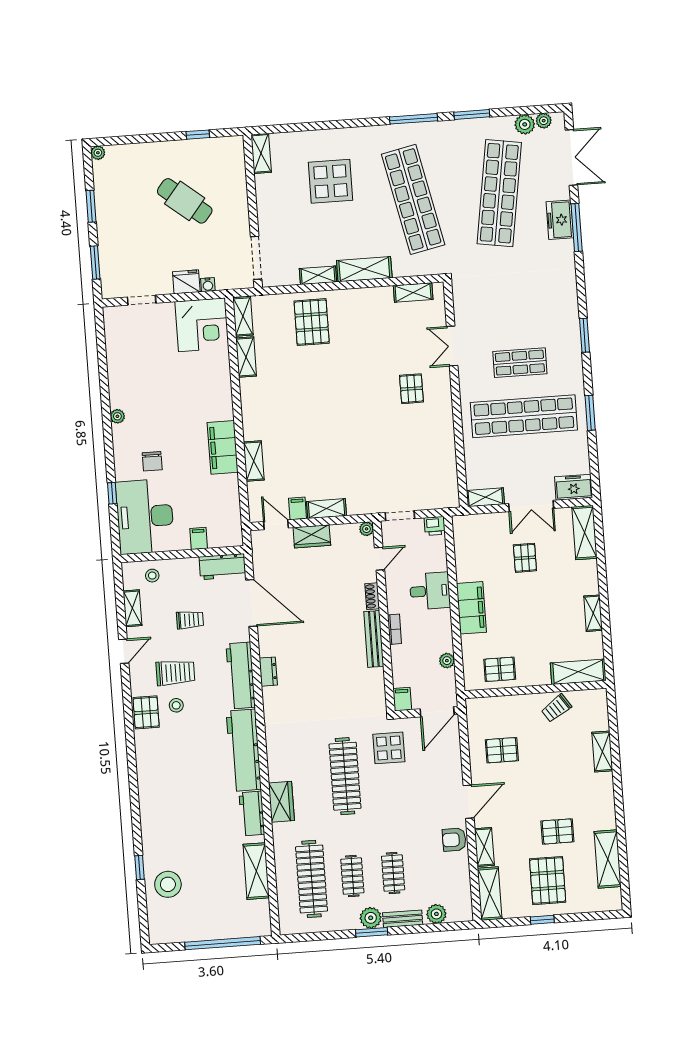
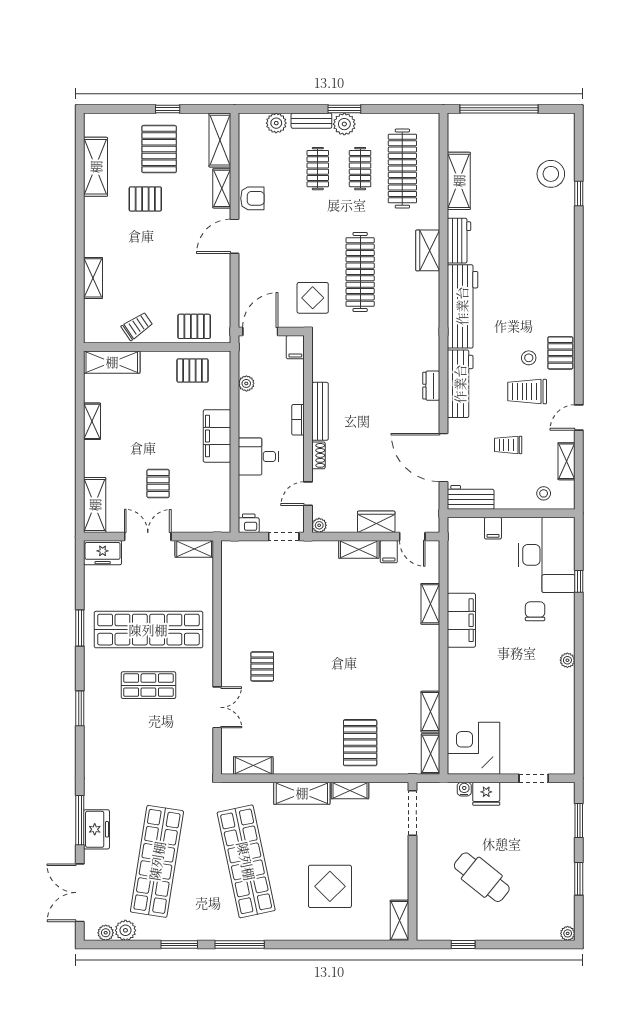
pallet: (502, 750) -> (194, 326), moved

